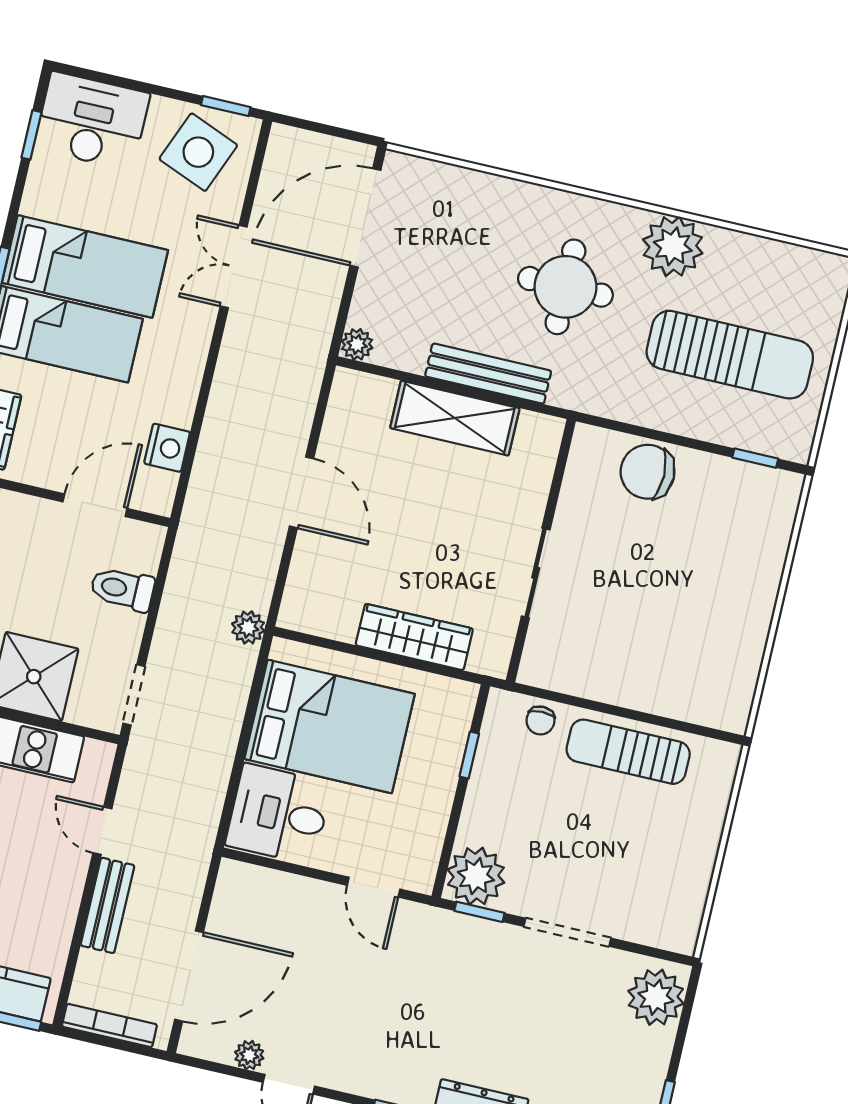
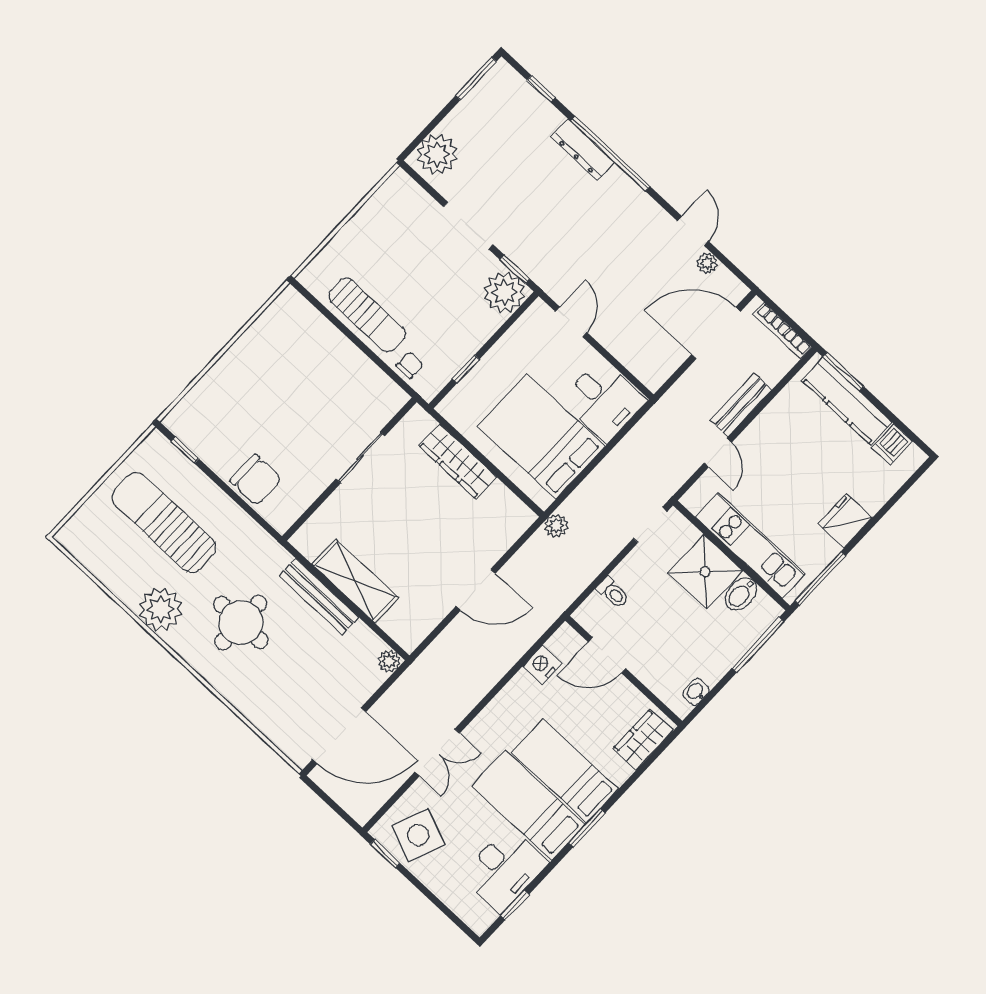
desk: (92, 121) -> (504, 869), moved, turned -90
door: (301, 492) -> (476, 590), swing flipped
toilet: (122, 589) -> (613, 593), width x0.73, depth x0.72

